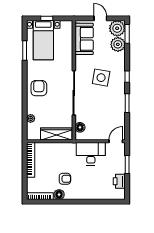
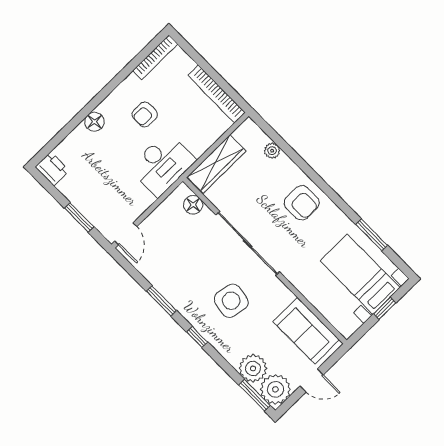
desk: (91, 154) -> (162, 164), moved
printer: (119, 181) -> (52, 169), moved
floor lamp: (59, 195) -> (94, 122), moved

